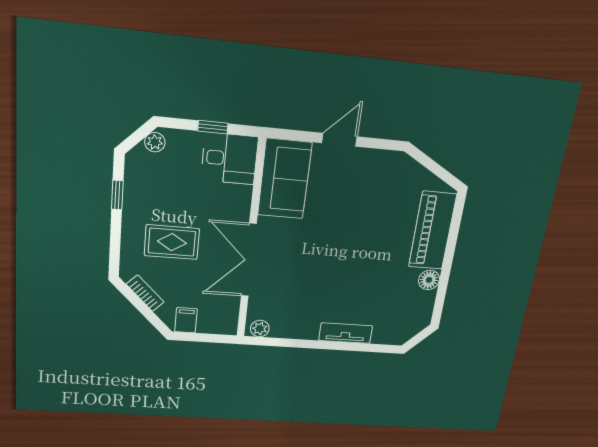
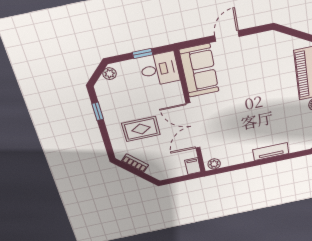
filing cabinet: (186, 320) -> (193, 166), moved

